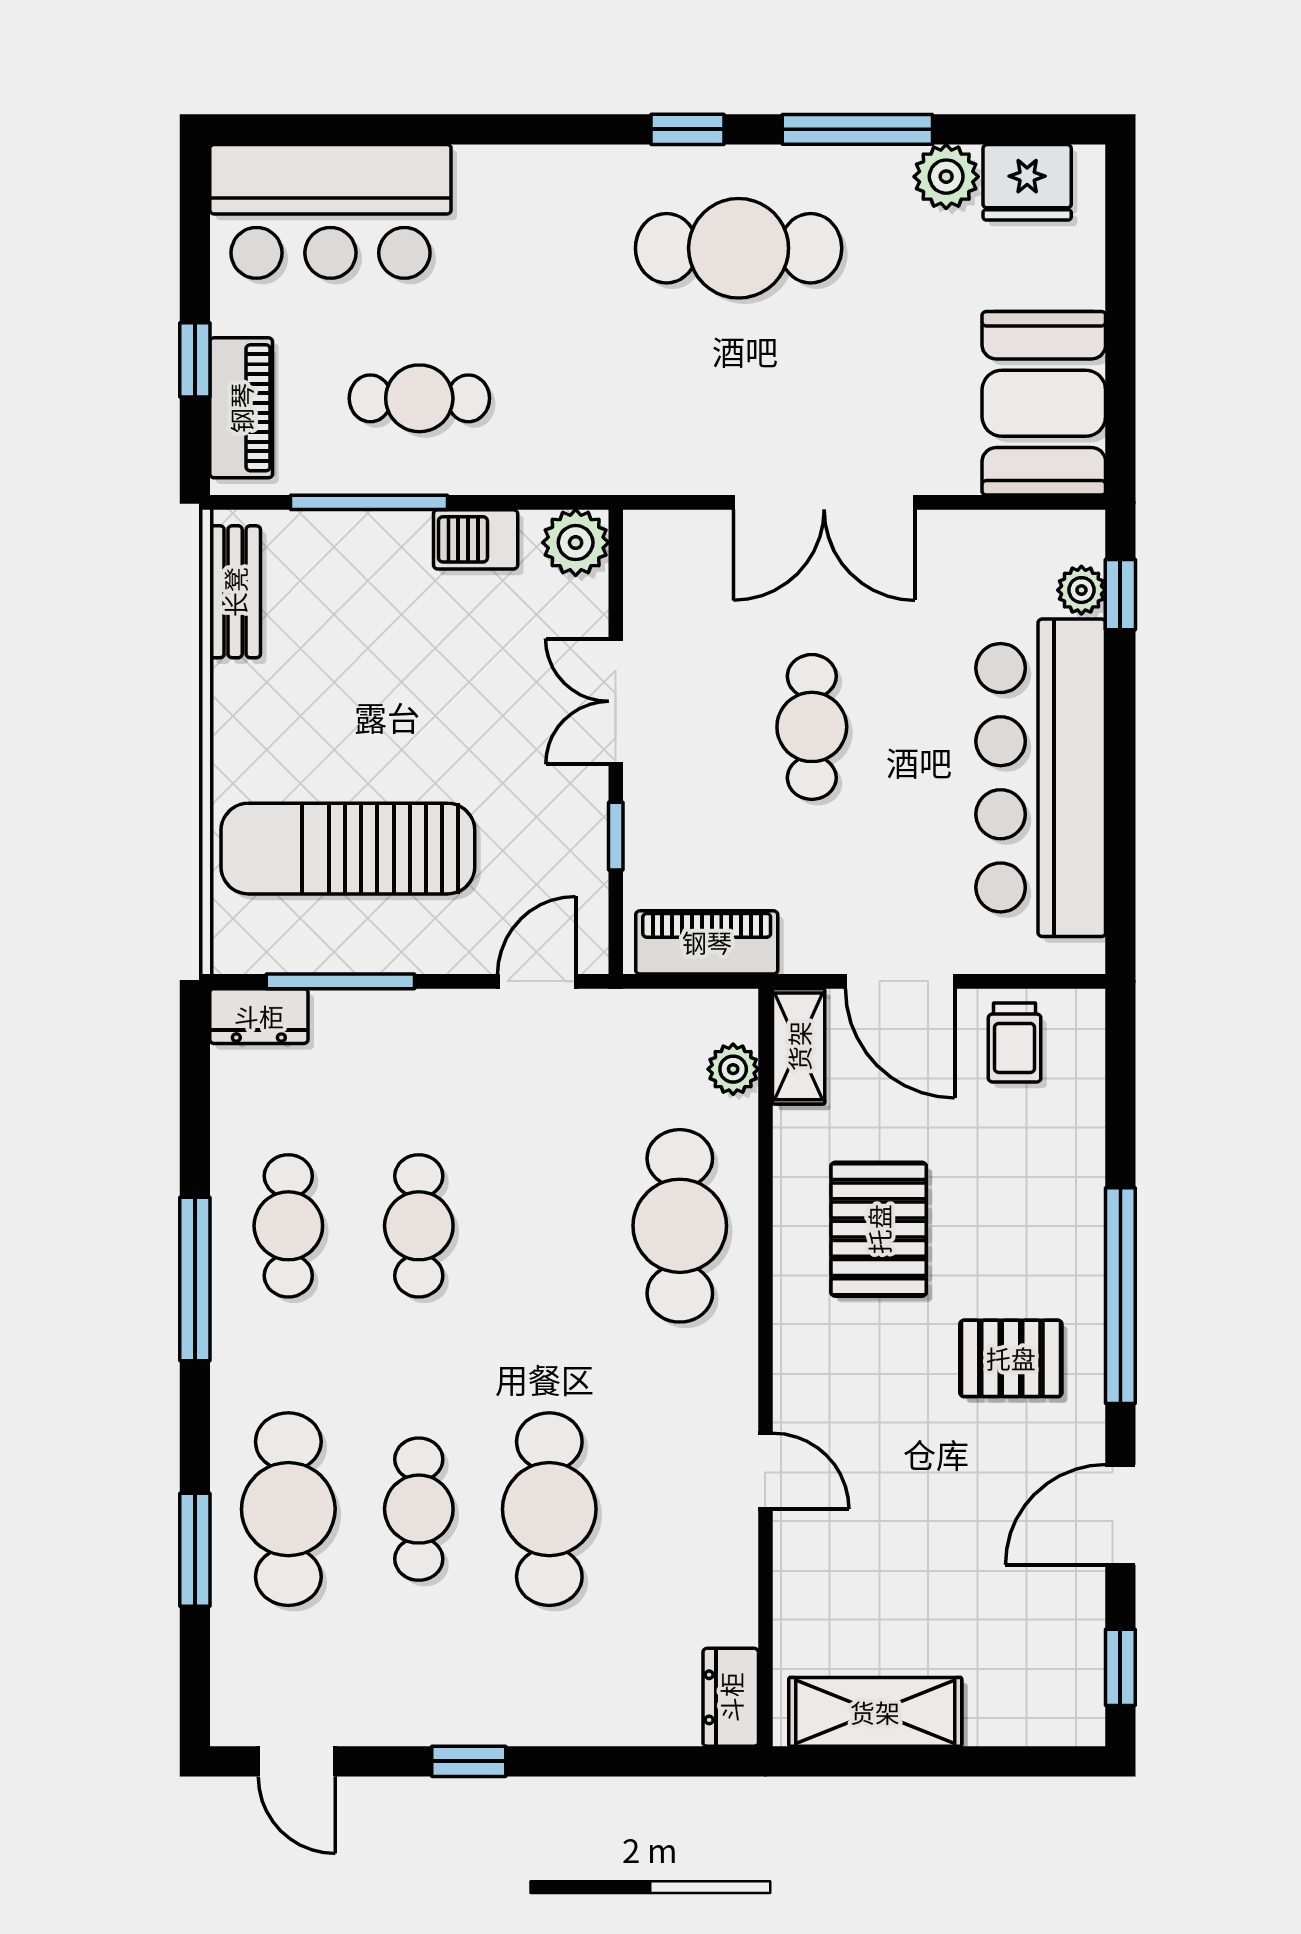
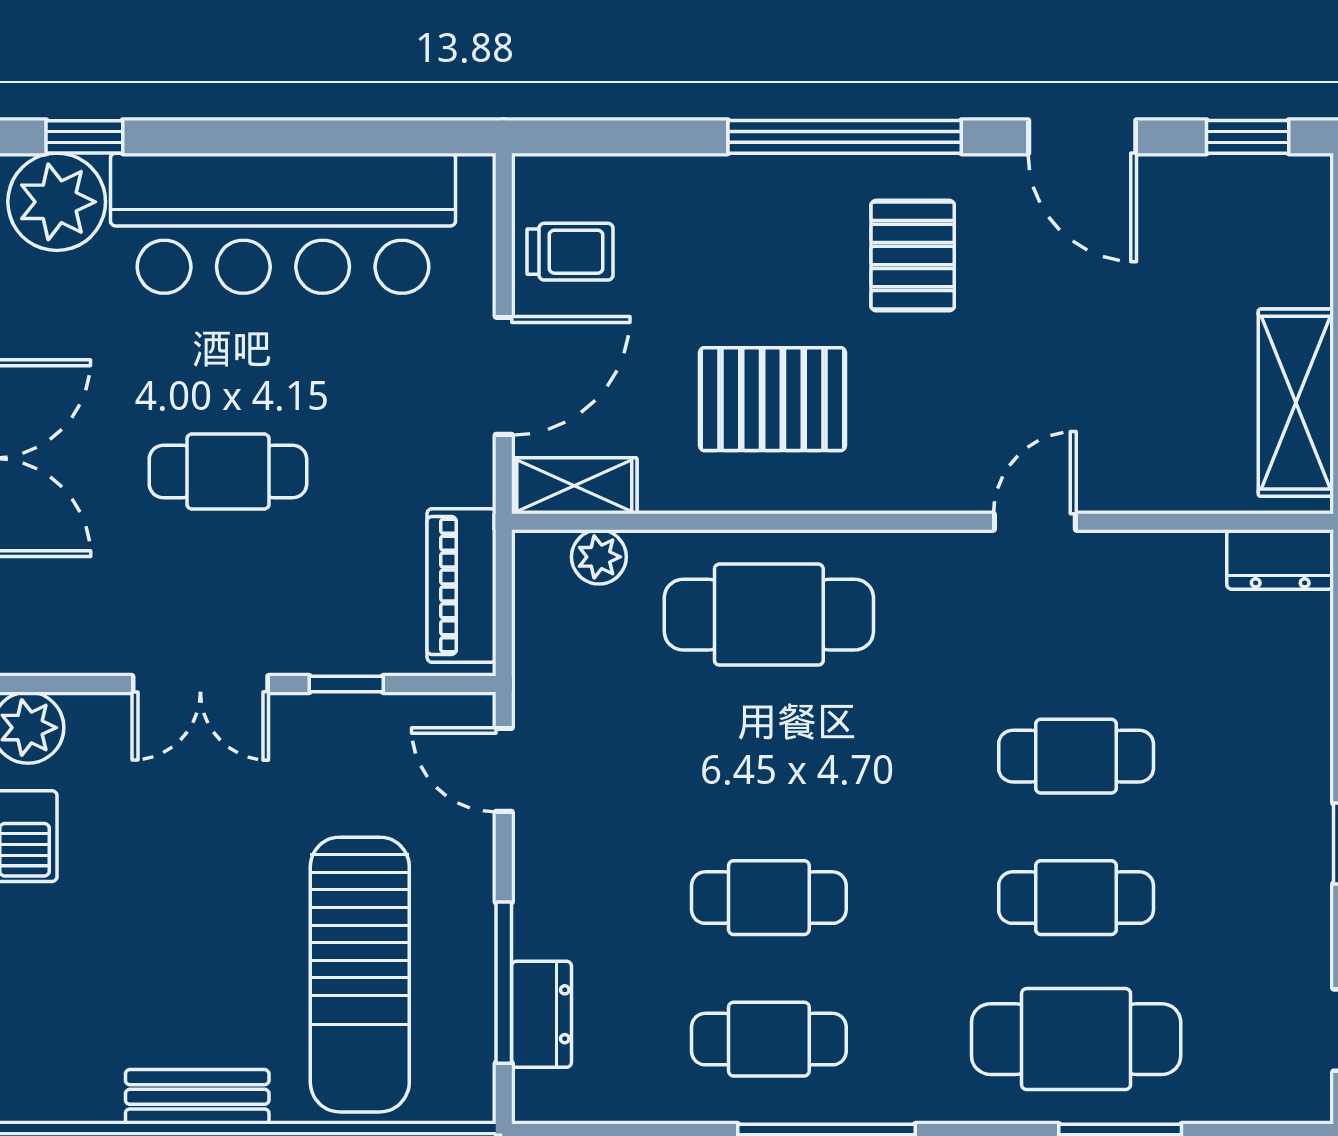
plant: (1081, 590) -> (57, 202), width x1.88, depth x1.88
bench: (235, 592) -> (197, 1097), moved
dresser: (259, 1016) -> (541, 1014), moved
cafe table: (549, 1509) -> (1076, 756), width x0.73, depth x0.74

